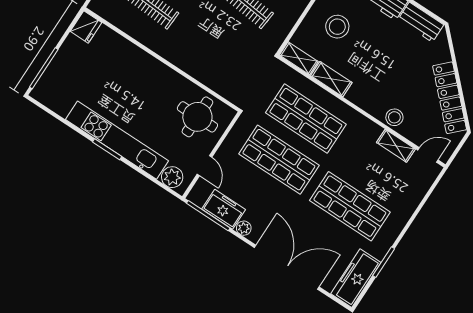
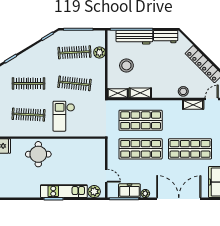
checkout: (200, 40) -> (64, 116), added
round table: (197, 117) -> (38, 154), moved
kitchen unit: (117, 140) -> (64, 191), width x0.73

